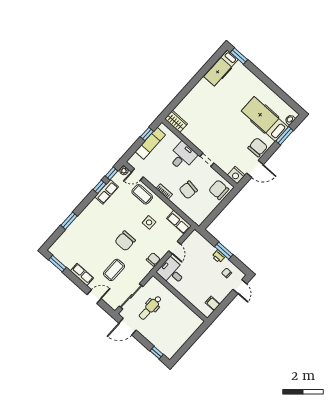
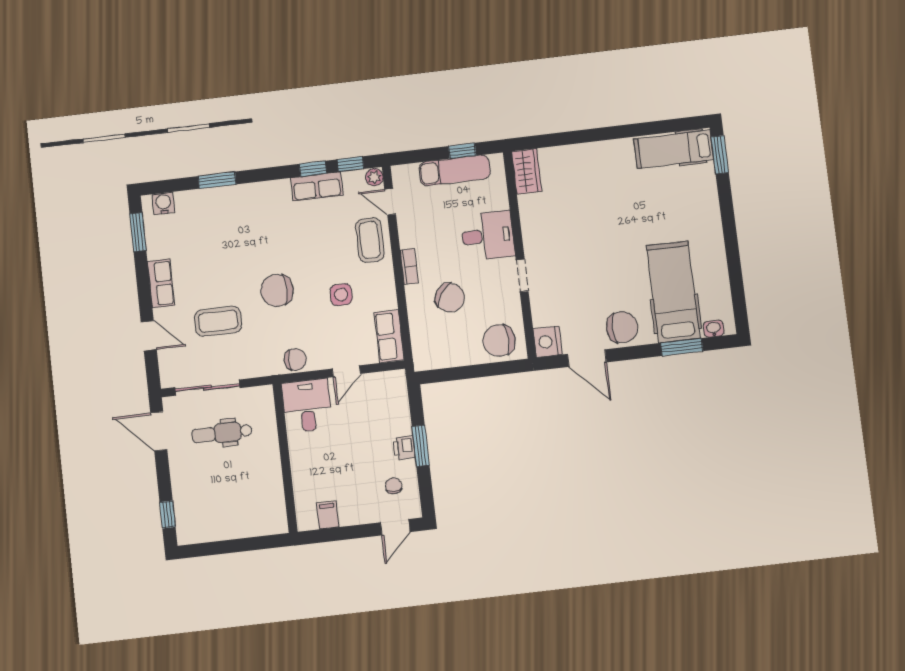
chair: (188, 190) -> (450, 298), turned -153
chair: (219, 190) -> (499, 340), turned -93
water cooler: (57, 246) -> (163, 203), added

